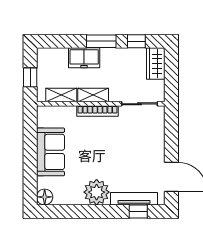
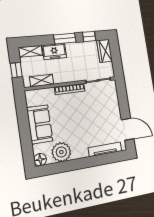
shelving: (93, 95) -> (30, 51), moved
plant: (97, 192) -> (61, 152), moved
window: (138, 211) -> (109, 158), removed

